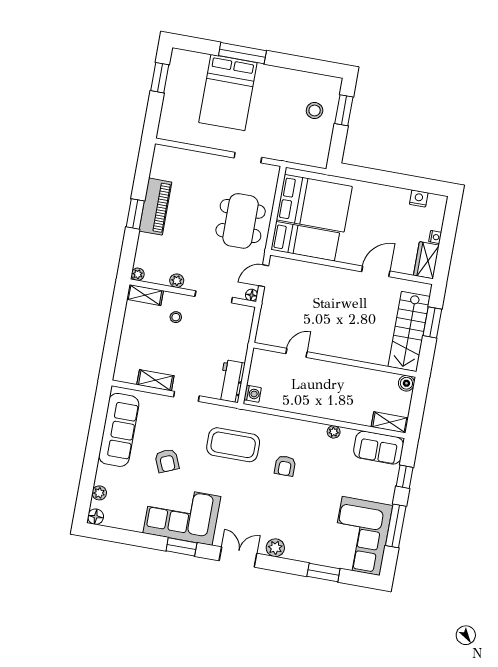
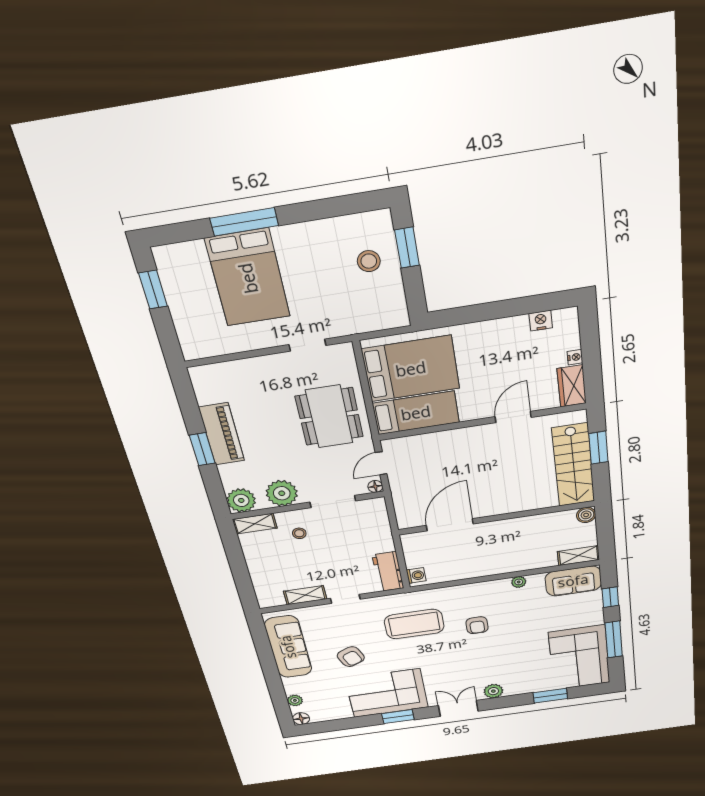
plant: (138, 274) -> (241, 500), width x1.88, depth x1.88
plant: (177, 281) -> (282, 493), width x1.88, depth x1.88
door: (296, 353) -> (450, 525), width x1.88

